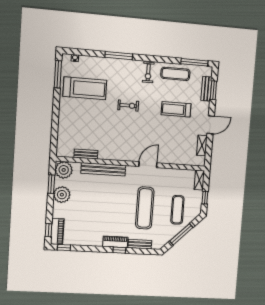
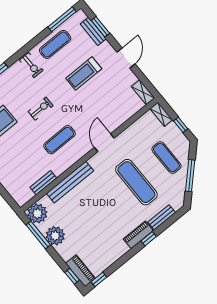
exercise mat: (122, 136) -> (60, 140), added
shelving: (202, 145) -> (143, 92), moved
window: (51, 184) -> (38, 235), width x1.44

